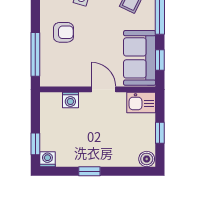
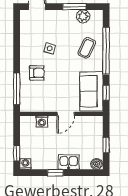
door: (104, 89) -> (66, 114), swing flipped
kitchen sink: (141, 102) -> (69, 162), moved, turned 180

